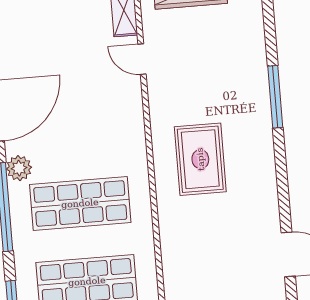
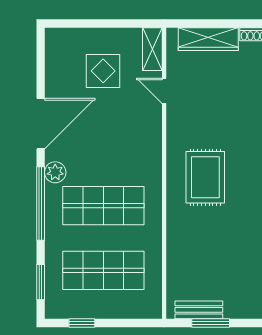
display table: (67, 41) -> (103, 71), added

